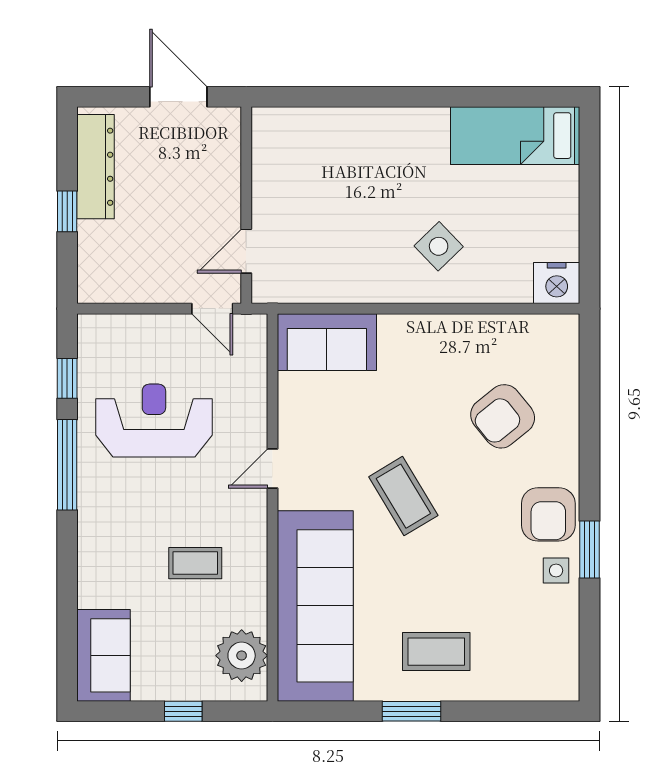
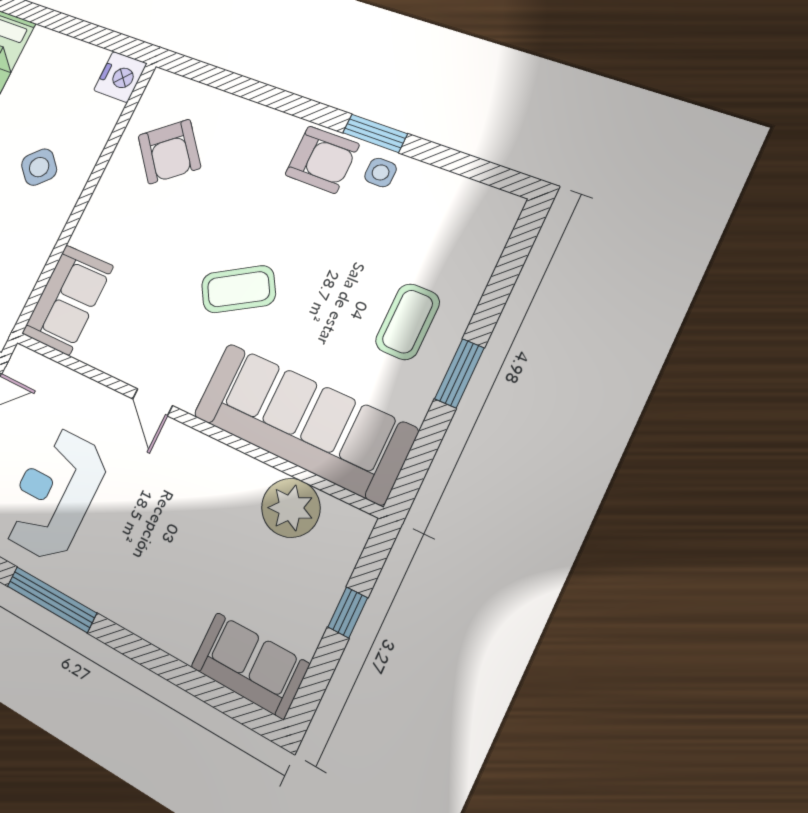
armchair: (503, 416) -> (169, 152), moved
coffee table: (195, 563) -> (204, 522), removed
plant: (242, 656) -> (291, 508), moved

